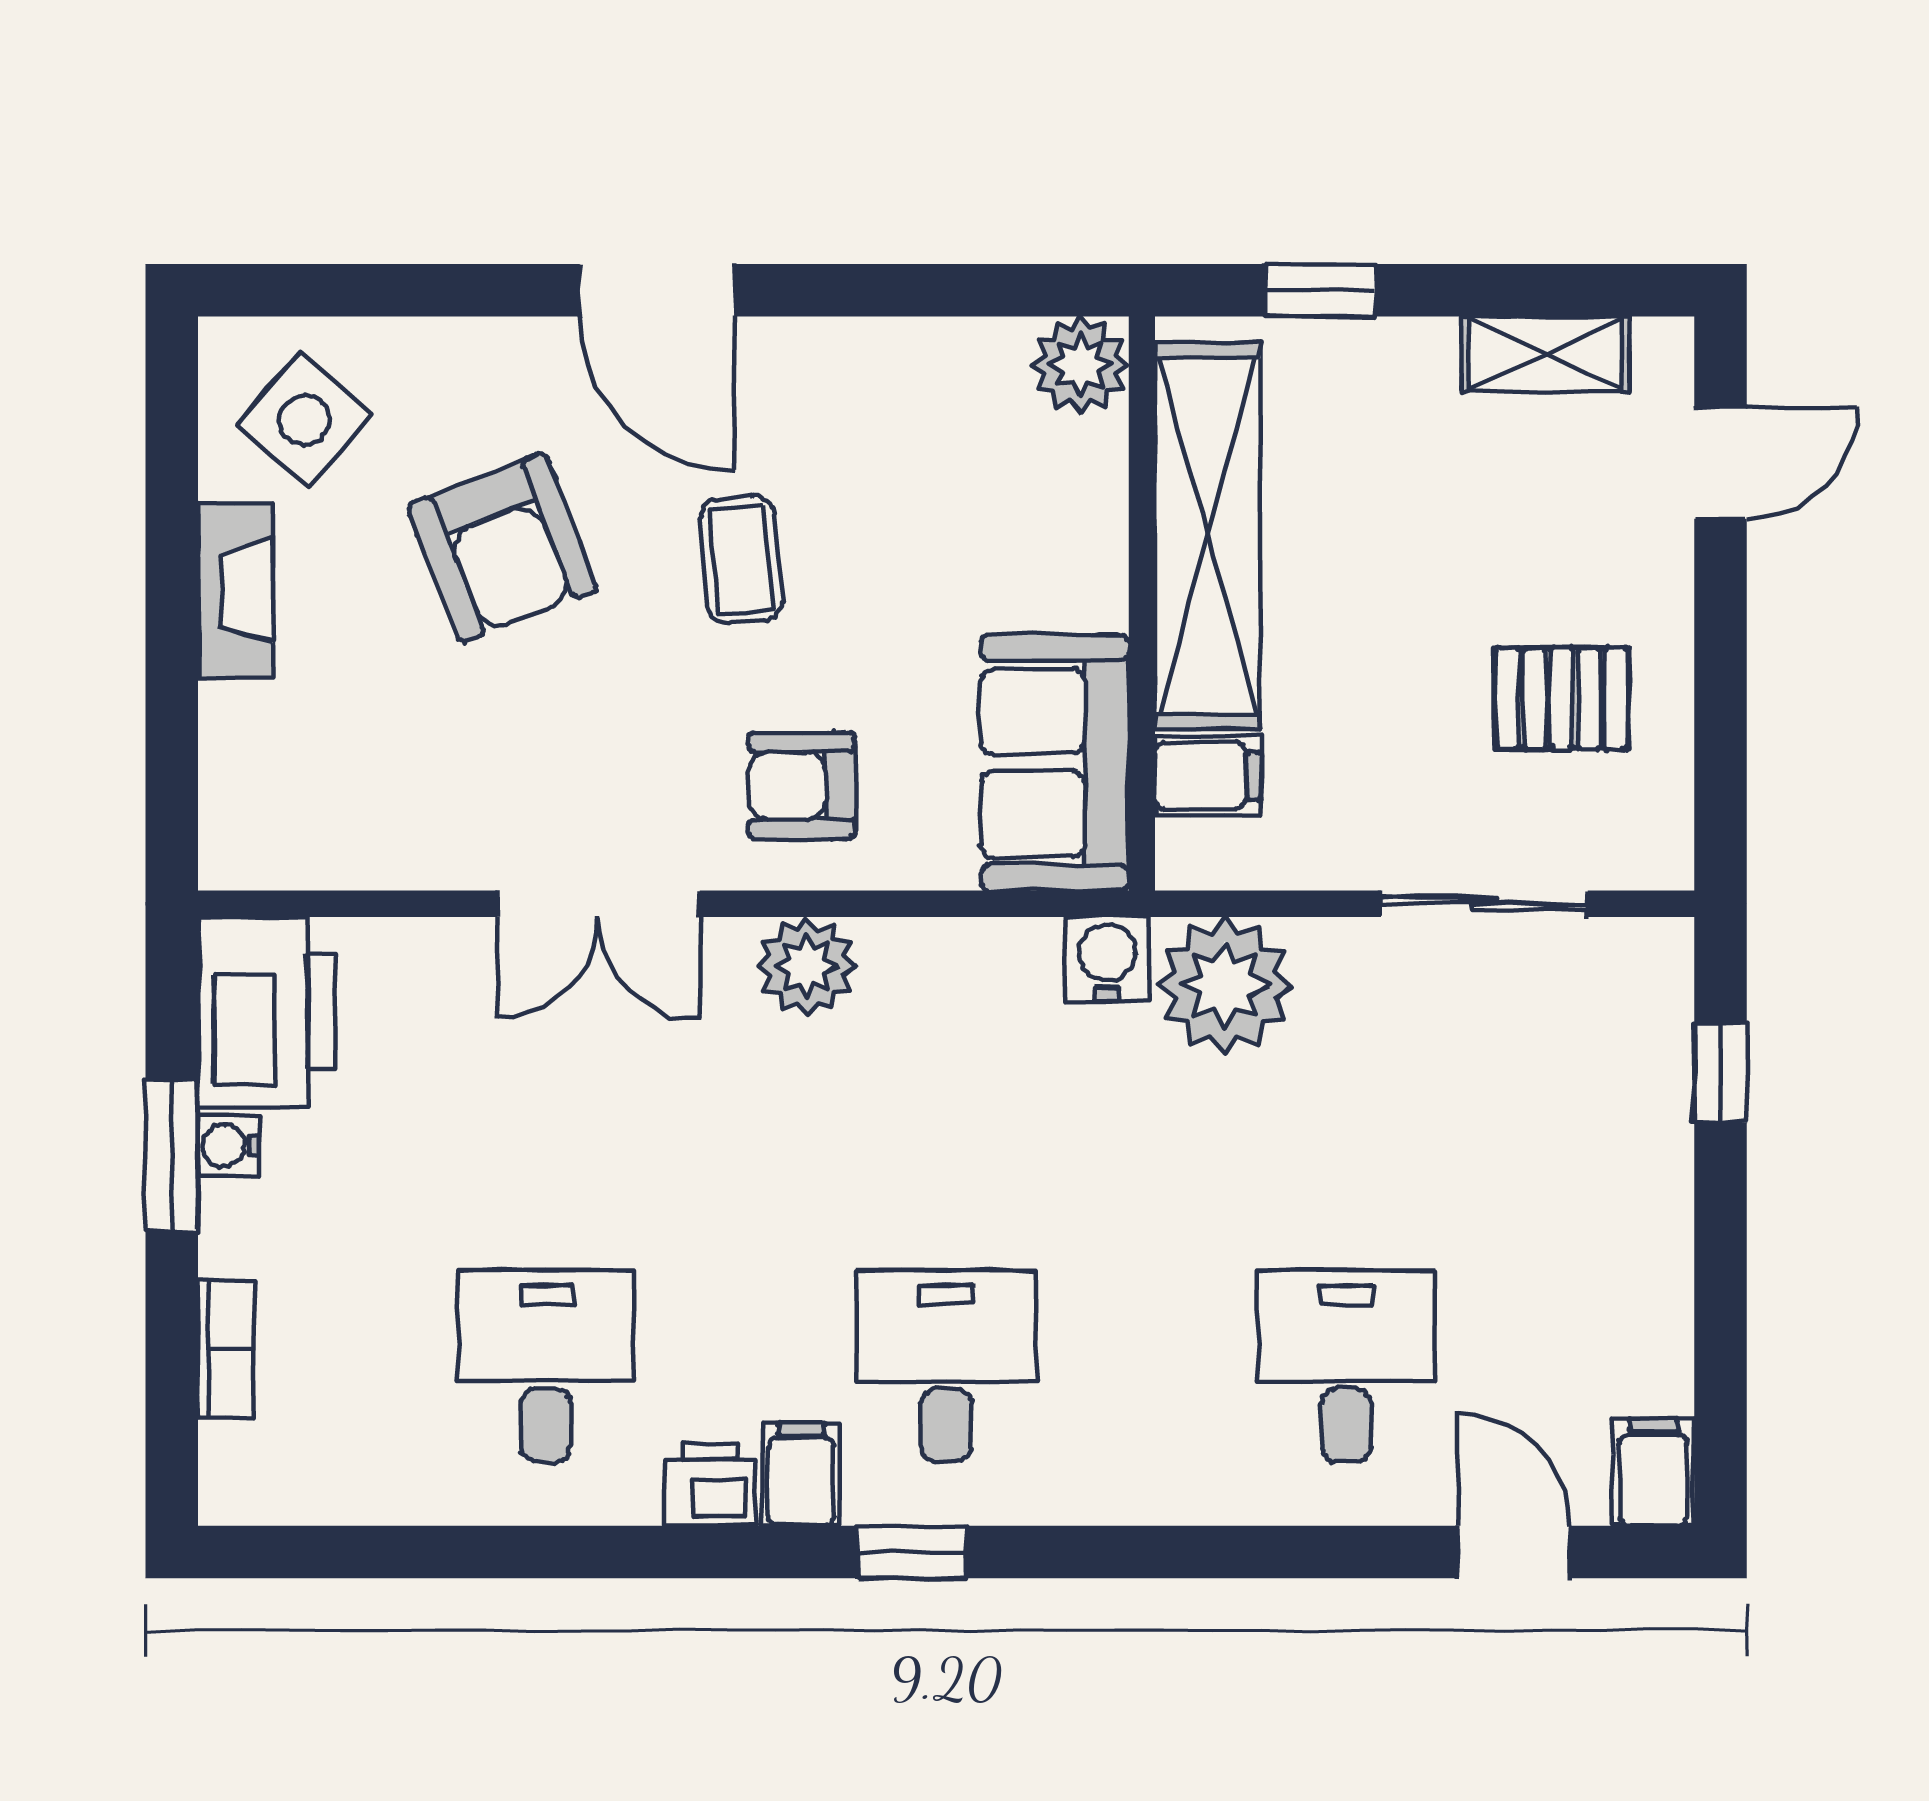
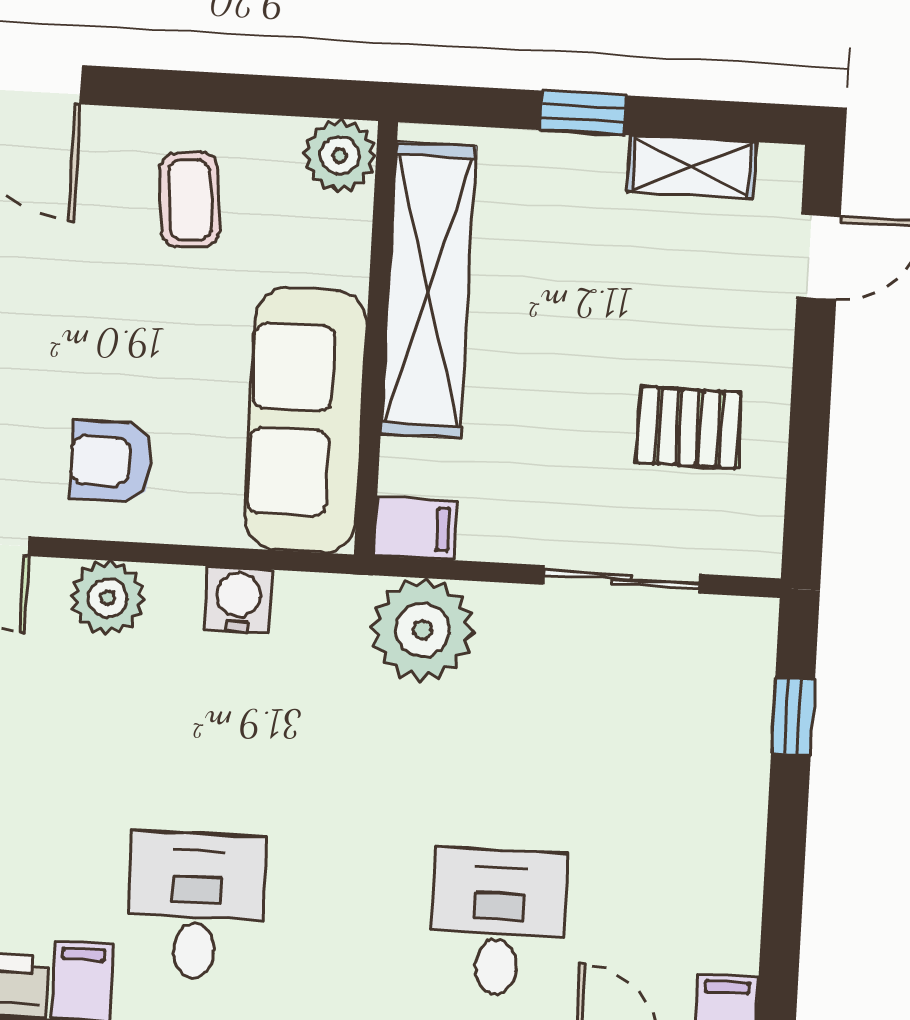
window: (1320, 290) -> (583, 113), moved
coffee table: (741, 559) -> (190, 200), moved
sofa: (1055, 763) -> (306, 420), width x1.36
filing cabinet: (1208, 776) -> (415, 528), moved
water cooler: (1107, 959) -> (238, 600), moved

